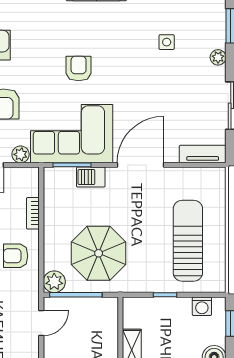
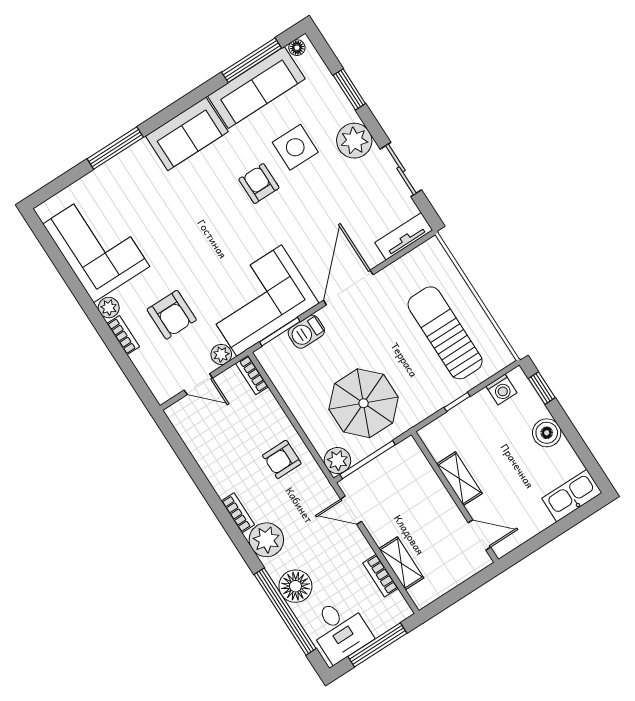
side table: (167, 42) -> (295, 147), width x1.87, depth x1.87
plant: (218, 57) -> (354, 141), width x1.87, depth x1.87
armchair: (79, 69) -> (259, 184), moved
bookcase: (33, 213) -> (252, 375), moved
door: (41, 323) -> (351, 510), swing flipped

